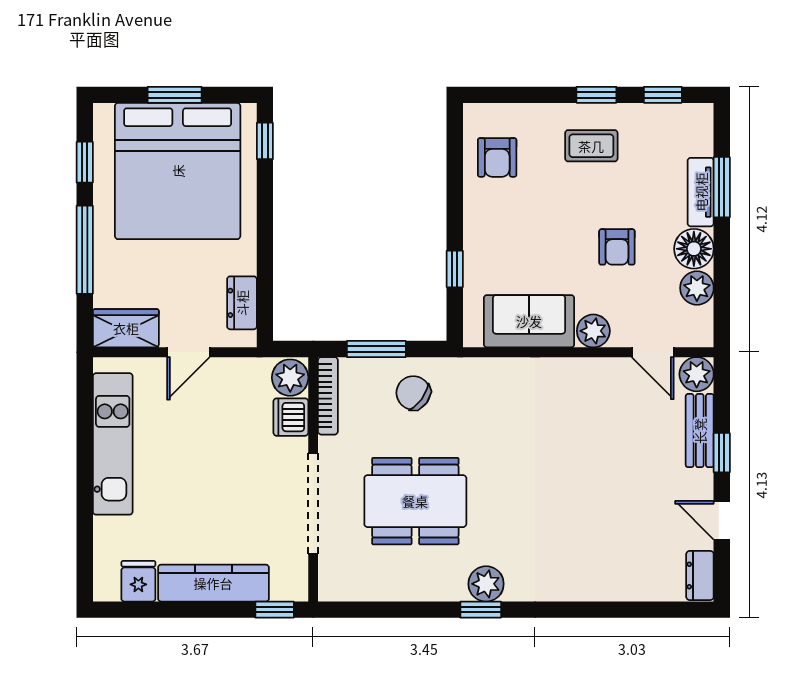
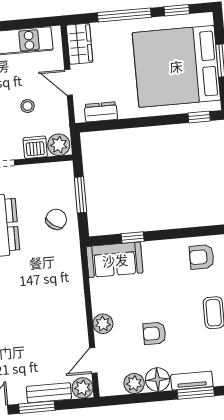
sofa: (529, 321) -> (115, 260), moved, turned 90
bookcase: (328, 396) -> (50, 168), removed
stool: (221, 424) -> (28, 106), added
window: (722, 453) -> (37, 407), width x1.50

